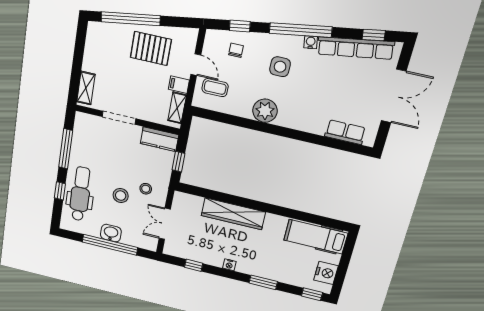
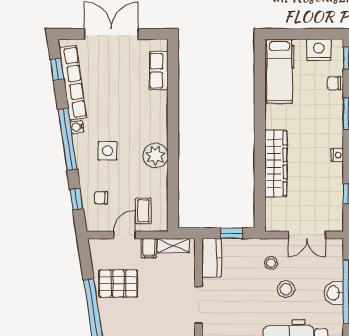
pallet: (151, 49) -> (118, 284), turned 90
chair: (293, 278) -> (334, 83), added

